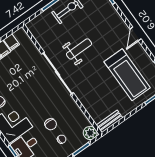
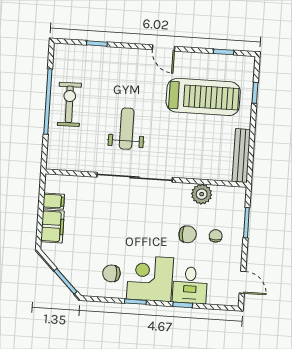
bench: (109, 121) -> (241, 156), width x1.36
plant: (90, 133) -> (202, 194), moved

